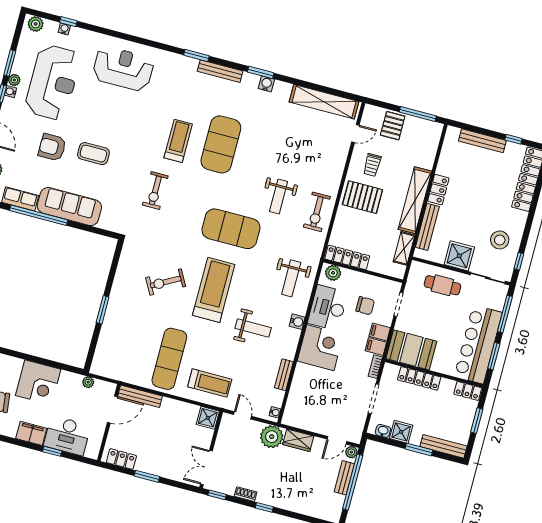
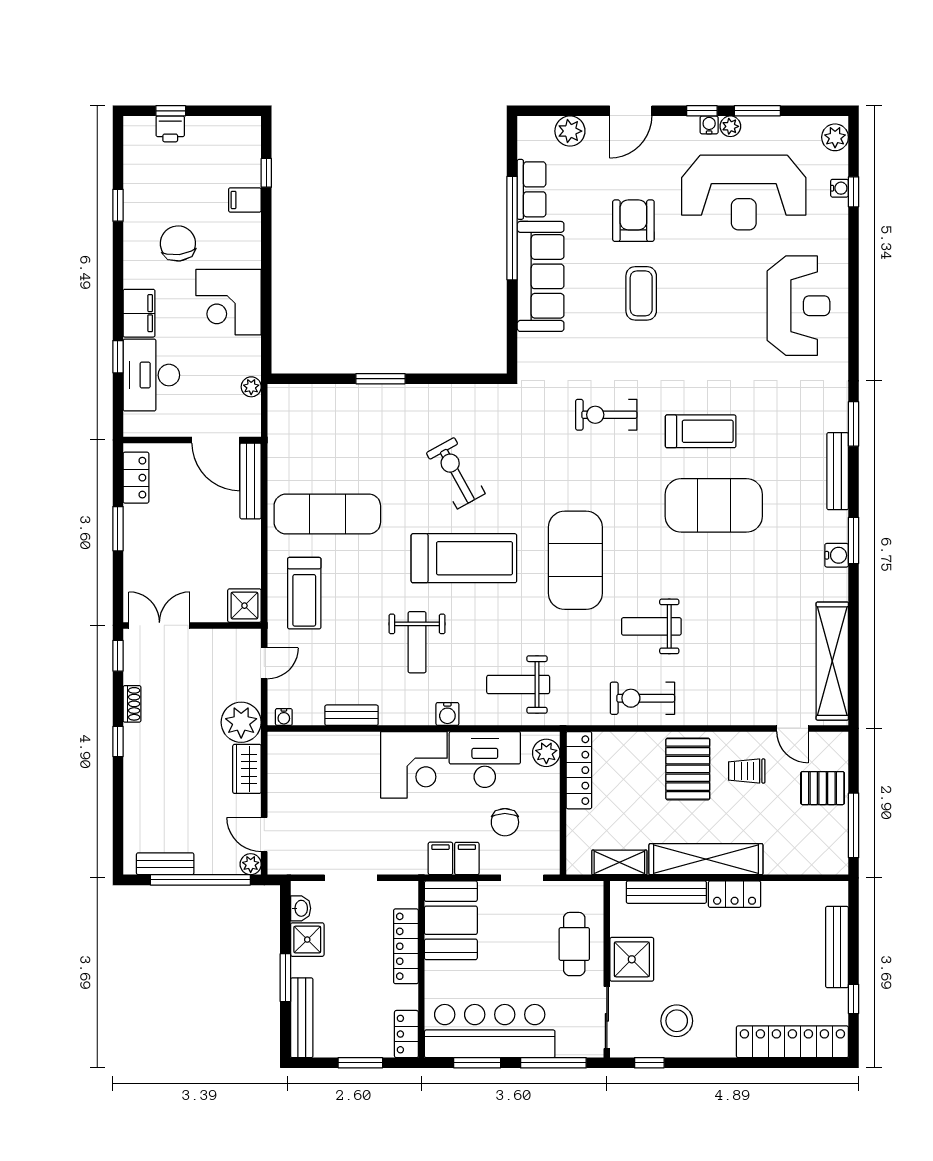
bookcase: (375, 367) -> (406, 867), removed
bench: (344, 478) -> (165, 864), moved

